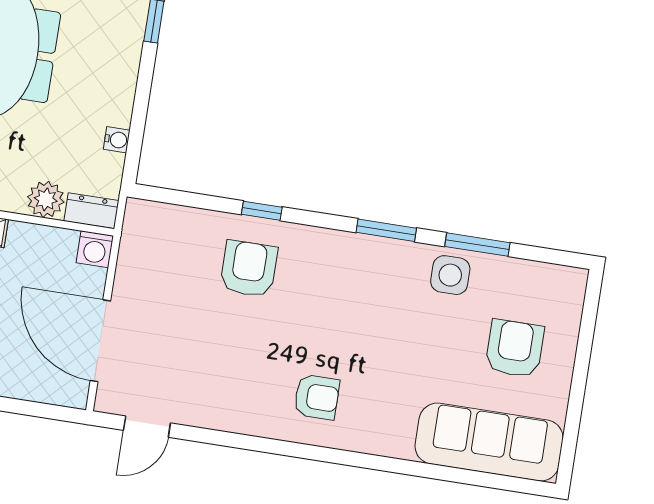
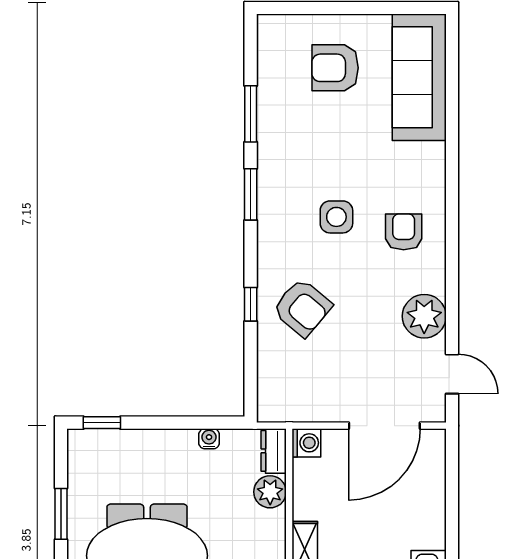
armchair: (249, 269) -> (302, 308), turned -140
side table: (450, 275) -> (336, 217), moved
plant: (217, 405) -> (424, 316), added

